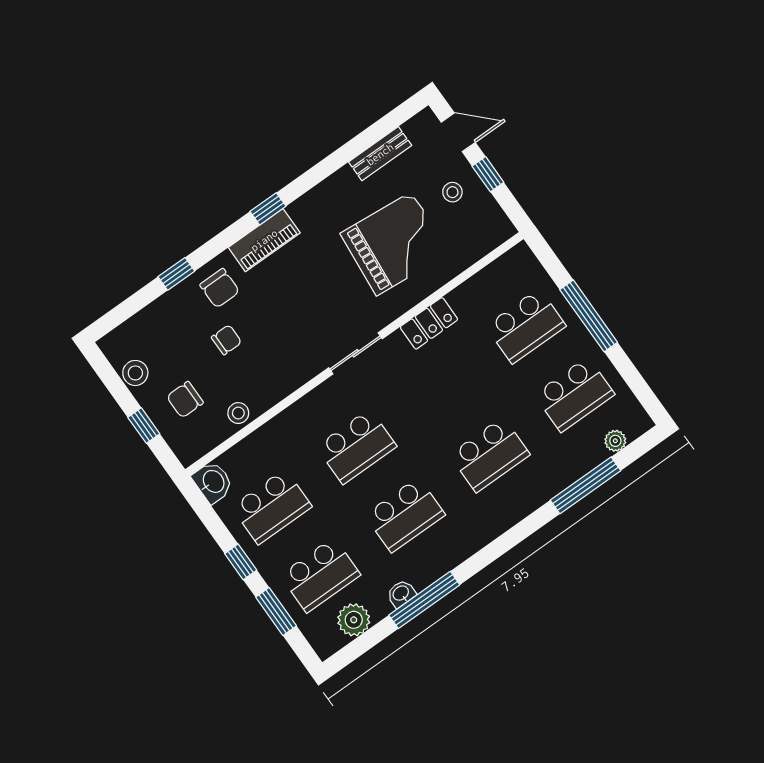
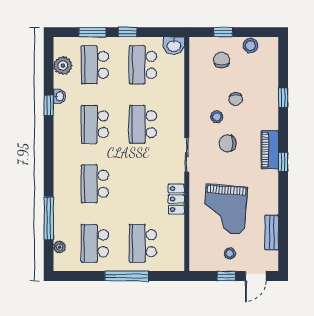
chair: (220, 288) -> (228, 143), moved
stool: (238, 413) -> (217, 117), moved
window: (424, 600) -> (49, 105), width x0.46

